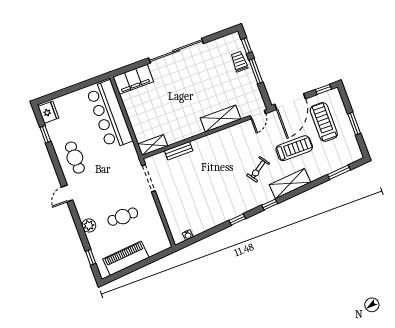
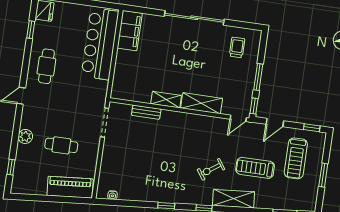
window: (246, 46) -> (254, 106), moved
trolley: (239, 62) -> (237, 47), moved
filing cabinet: (133, 79) -> (130, 31), moved, turned -90
door: (290, 102) -> (275, 122), width x0.53
treadmill: (324, 122) -> (296, 158), turned 180
shelving: (153, 145) -> (166, 100), moved
treadmill: (294, 148) -> (255, 168), turned 180
piano: (126, 258) -> (70, 187), moved

